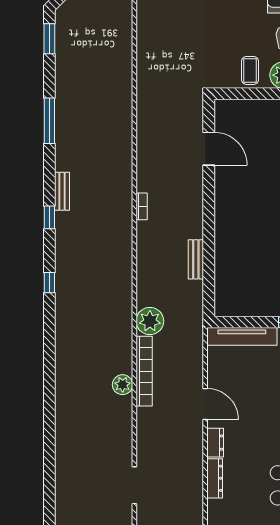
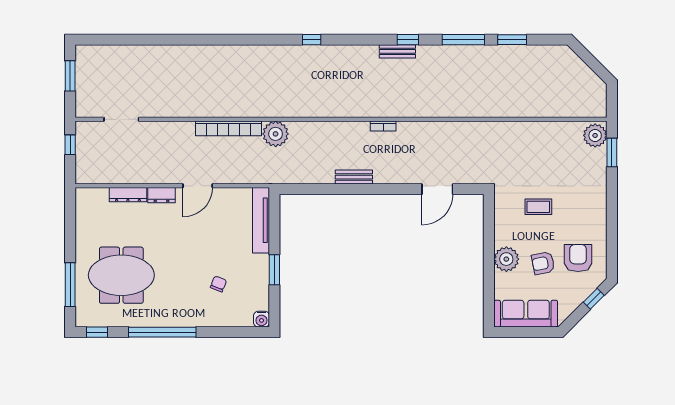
window: (49, 39) -> (512, 40), moved
coffee table: (250, 70) -> (538, 207), moved
window: (49, 217) -> (408, 40), moved
bench: (196, 259) -> (354, 177), moved
plant: (123, 385) -> (216, 108), removed

